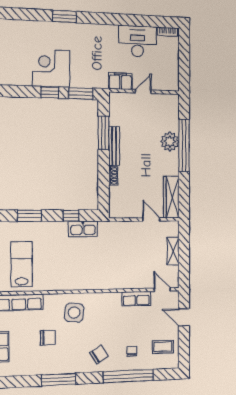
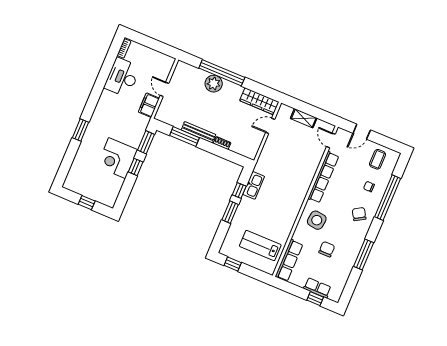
window: (29, 216) -> (230, 212), moved
door: (162, 290) -> (331, 140), hinge flipped
row of seats: (136, 299) -> (323, 177), width x2.02

